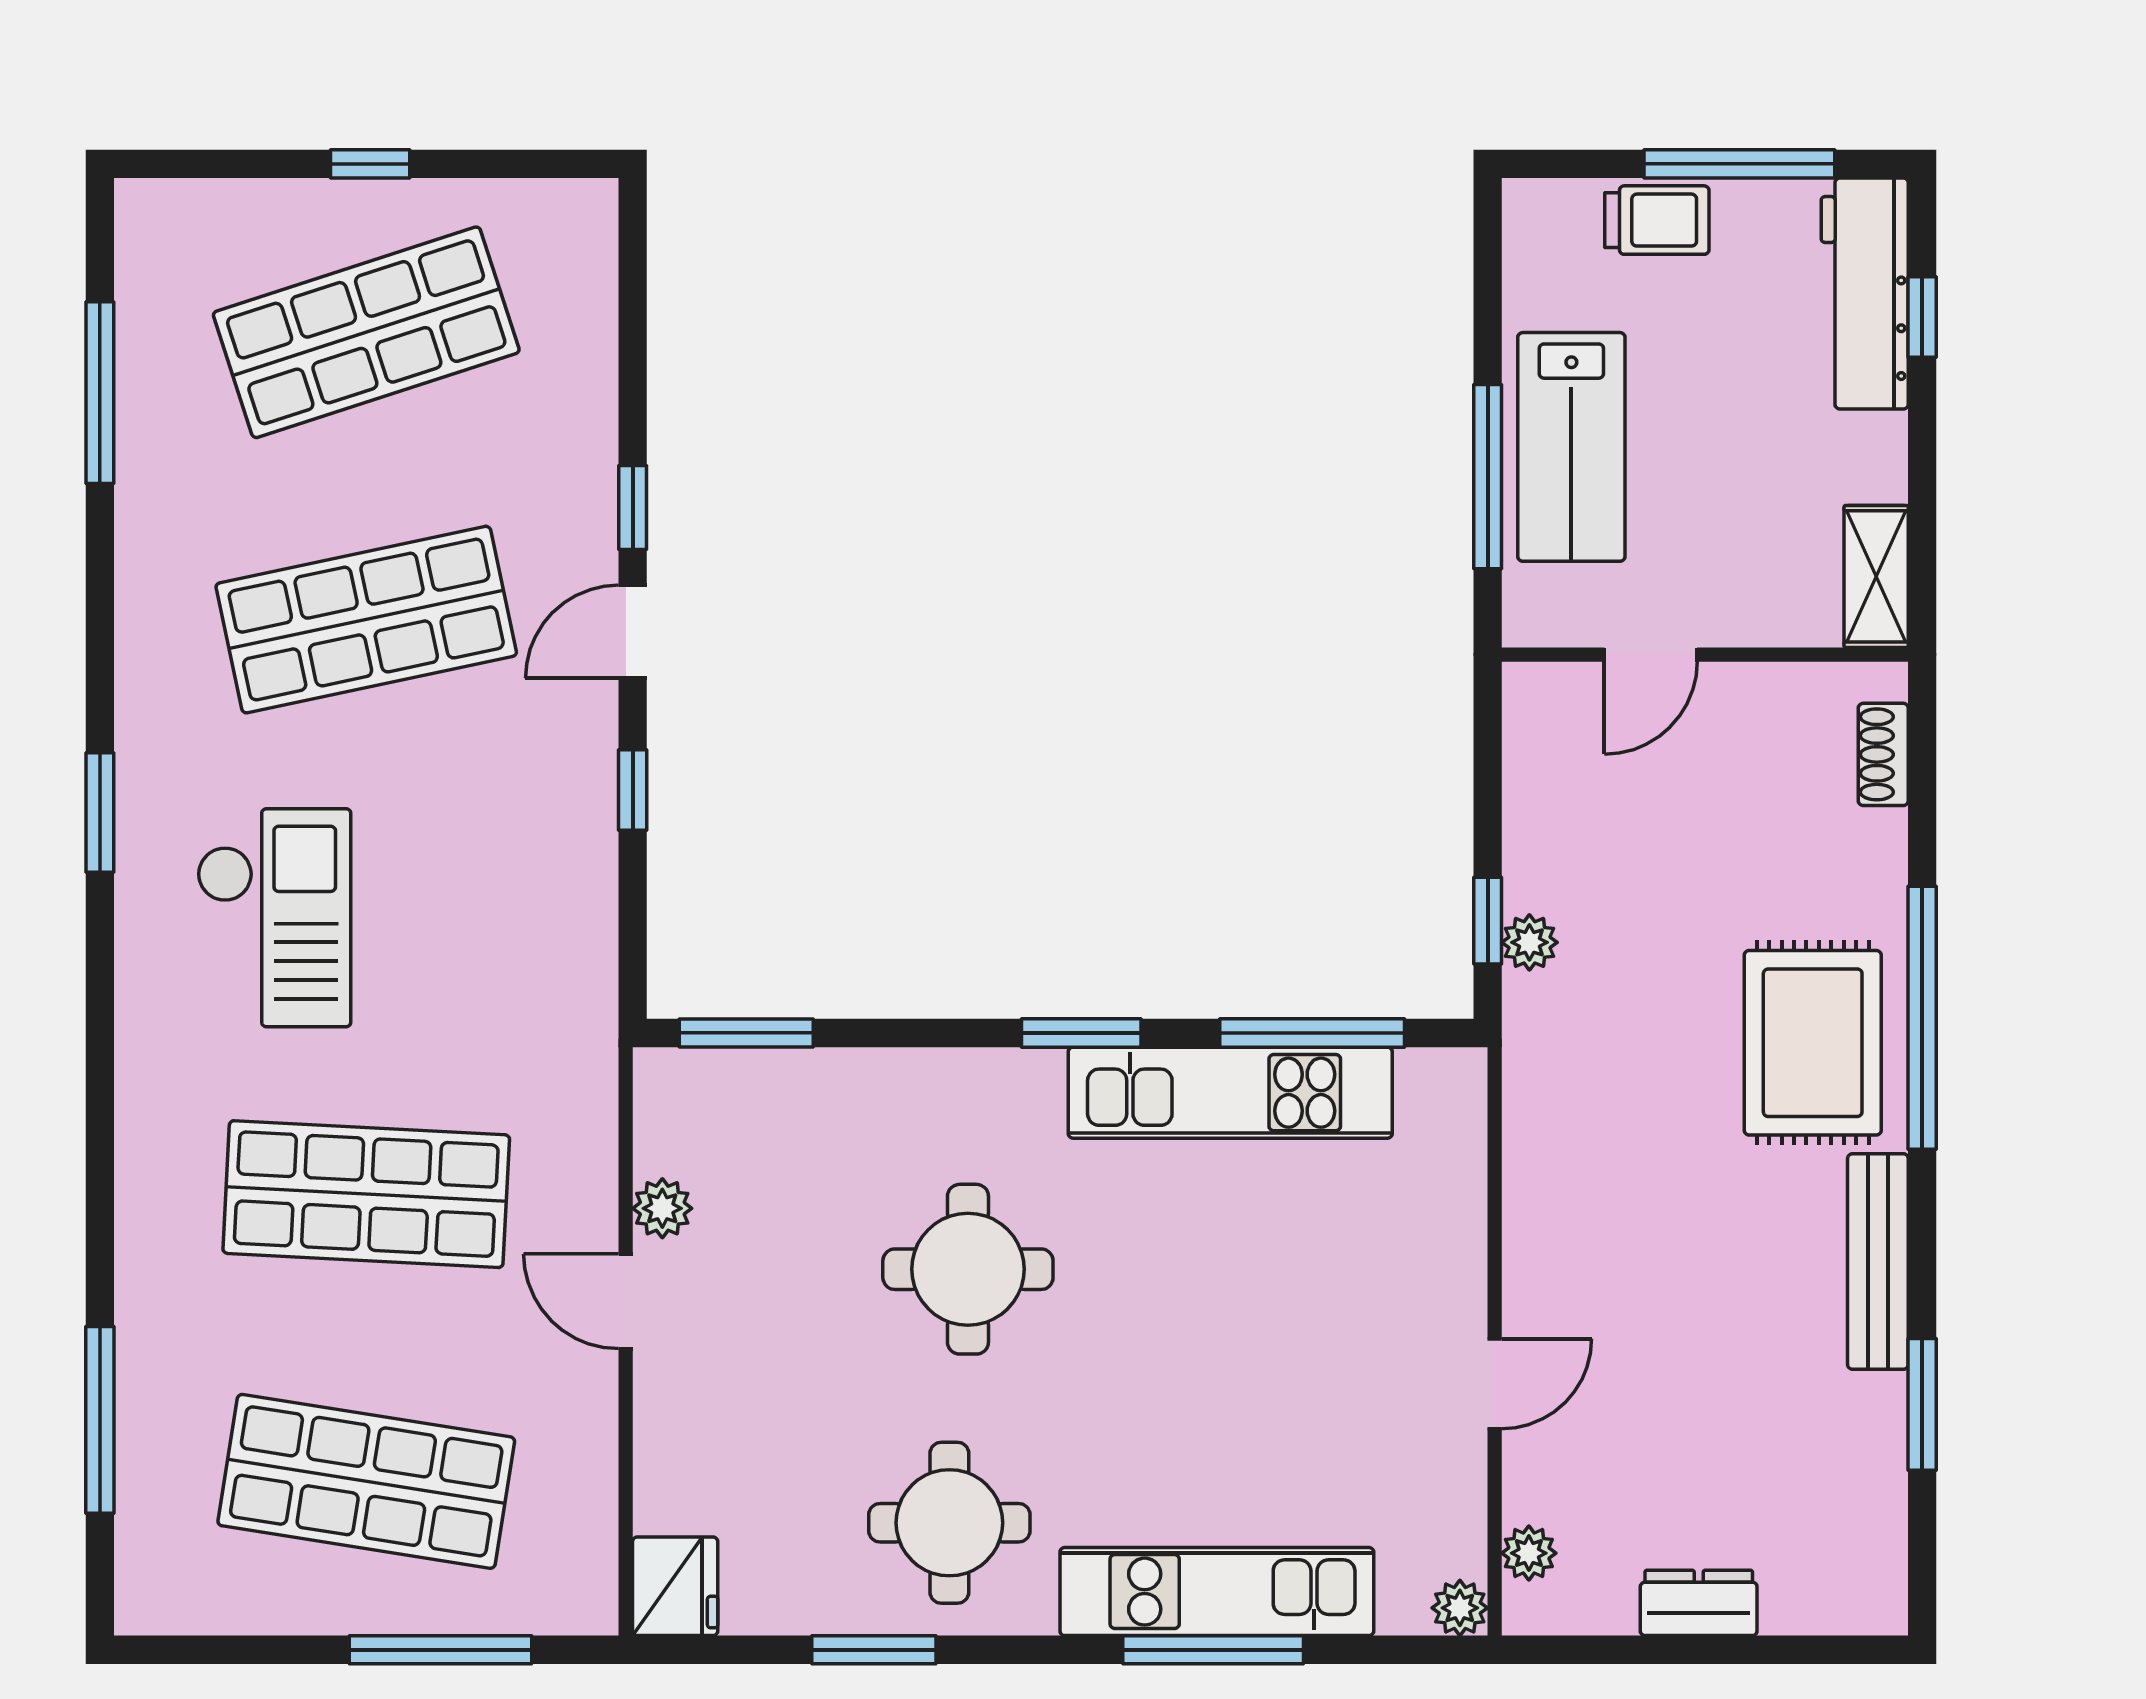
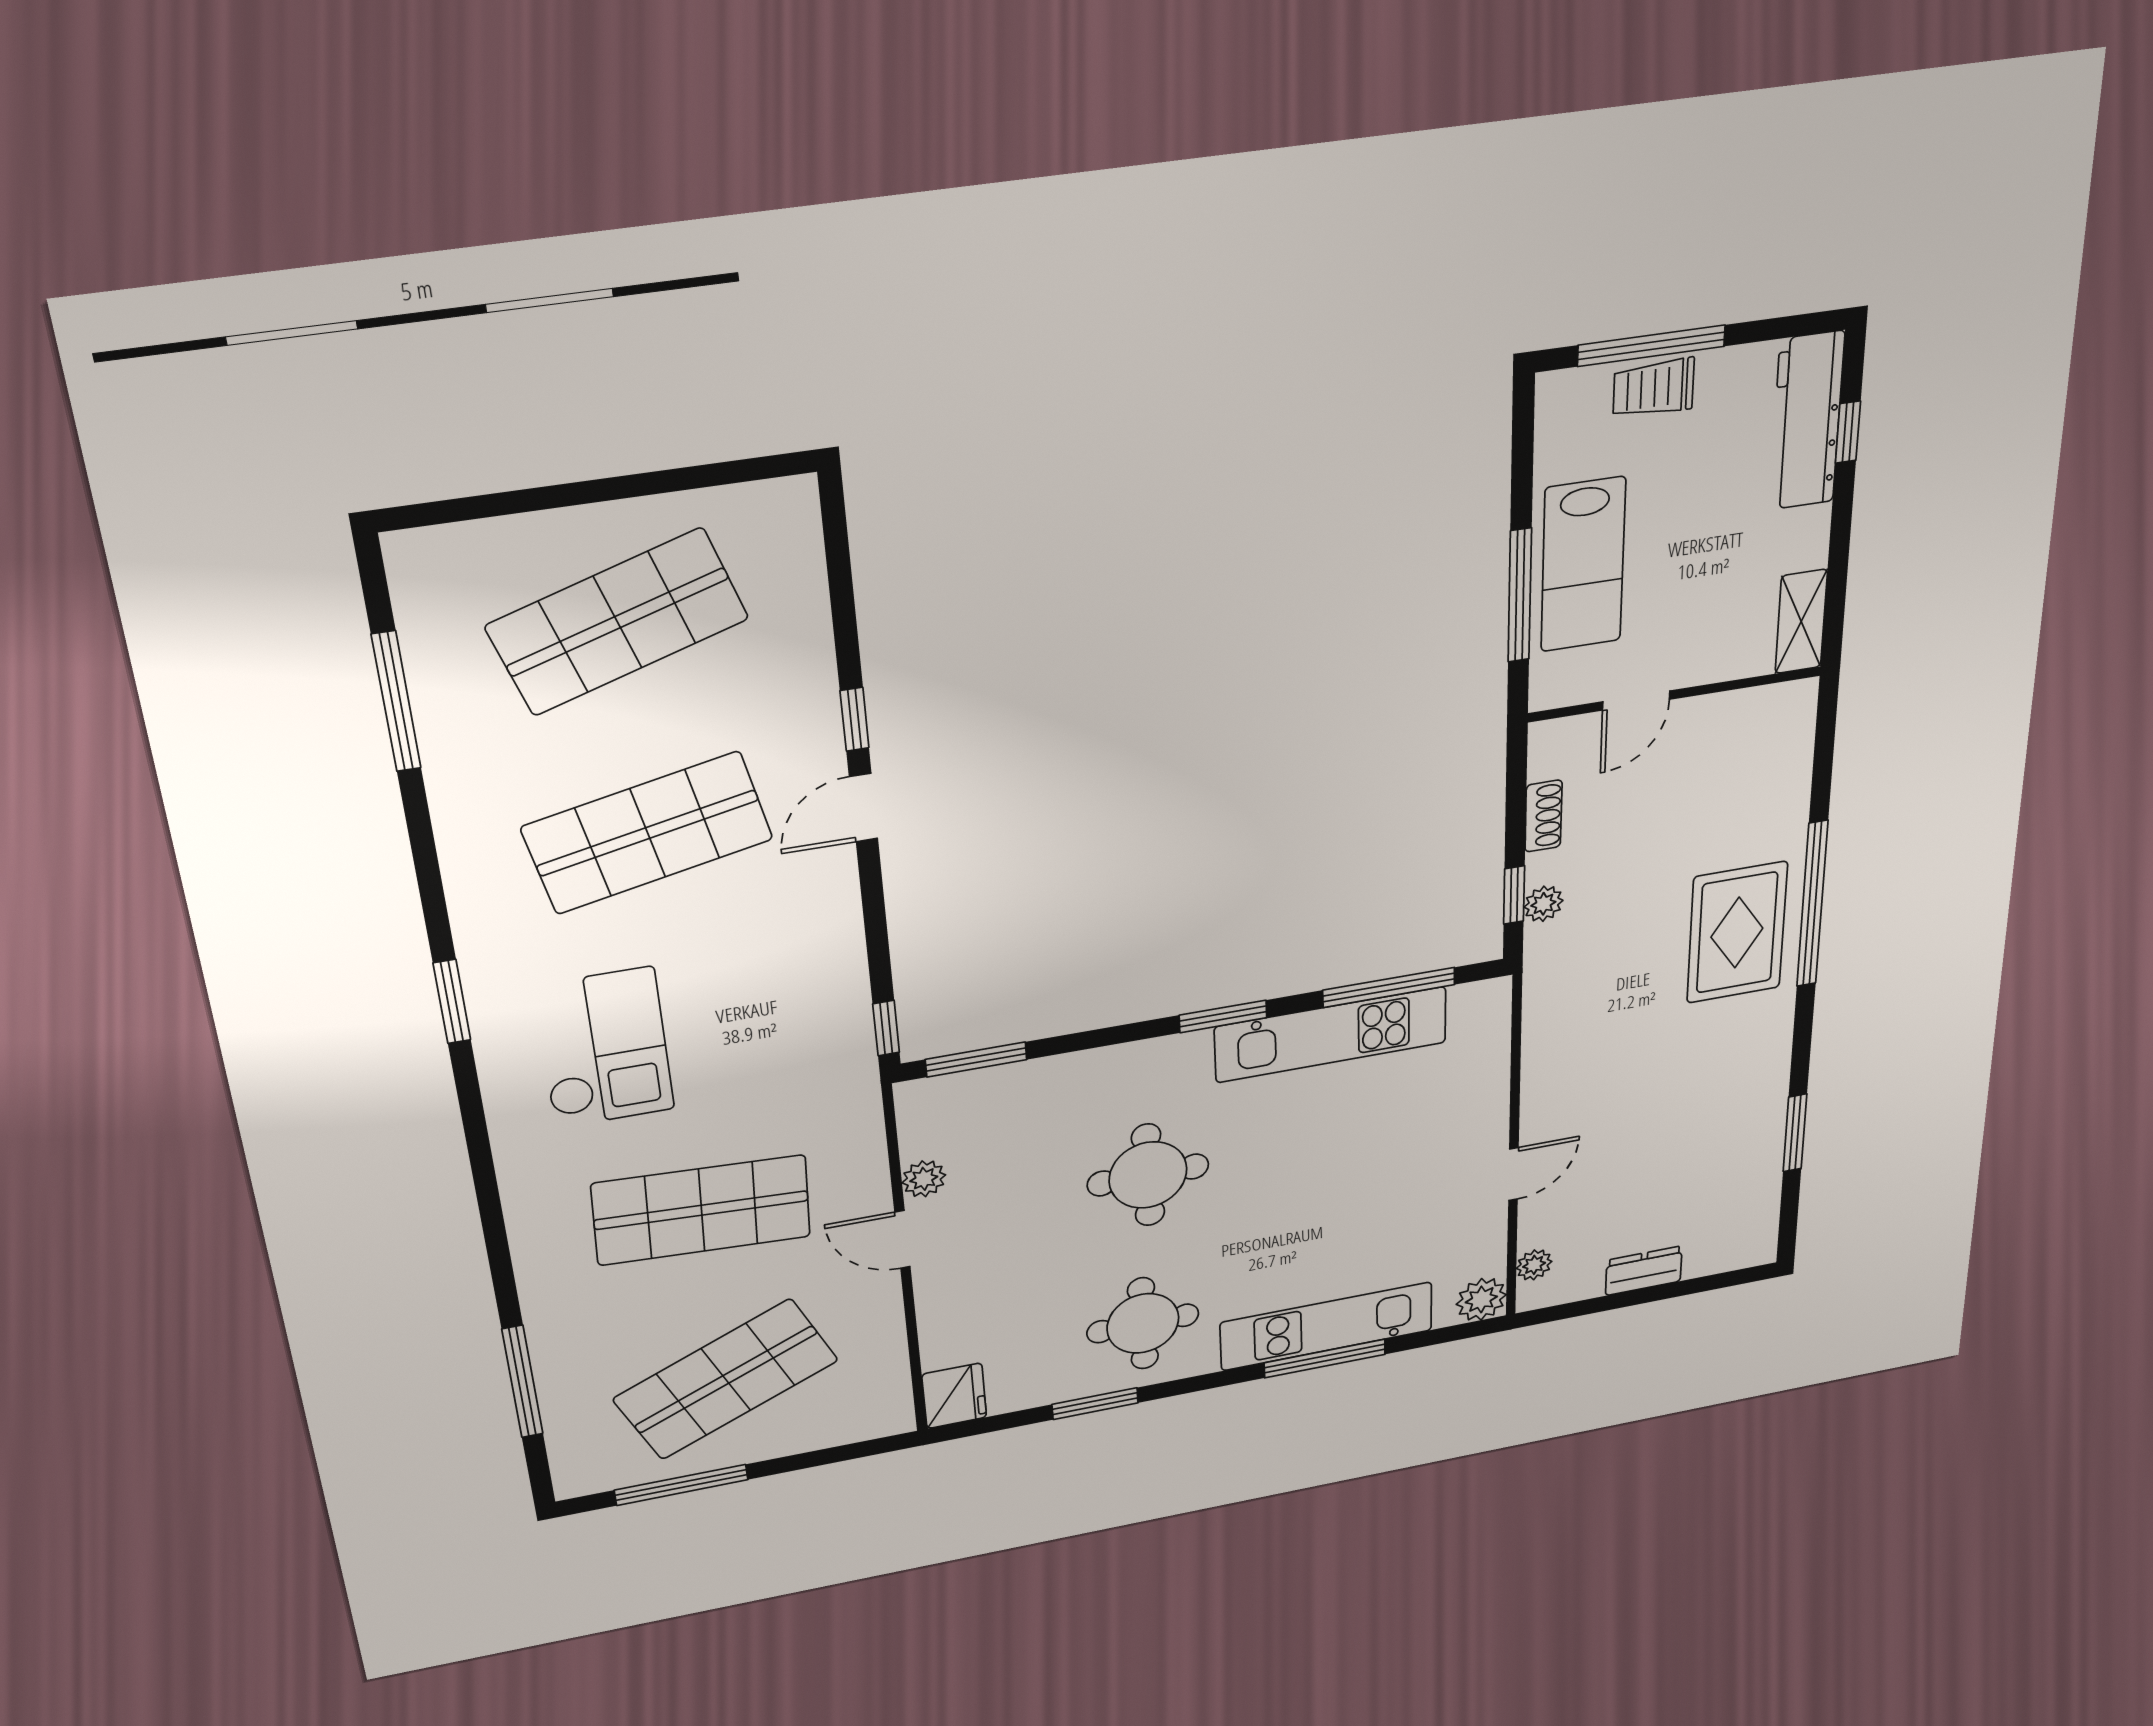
window: (370, 164) -> (602, 490), removed
window: (1739, 164) -> (1651, 346), moved
trolley: (1657, 220) -> (1654, 388), turned 180
shoe rack: (1883, 754) -> (1543, 816), moved, turned 180
window: (633, 790) -> (886, 1028), moved
bench: (1878, 1262) -> (1772, 1056), removed
shop shelf: (366, 1481) -> (726, 1380), turned -33
plant: (1460, 1608) -> (1481, 1299), width x1.38, depth x1.38
window: (440, 1650) -> (681, 1485), moved

